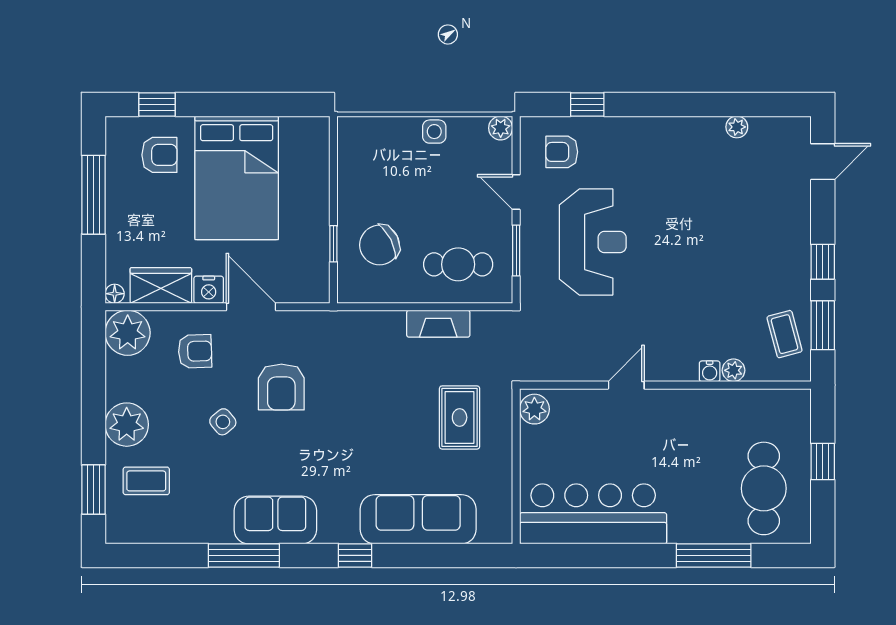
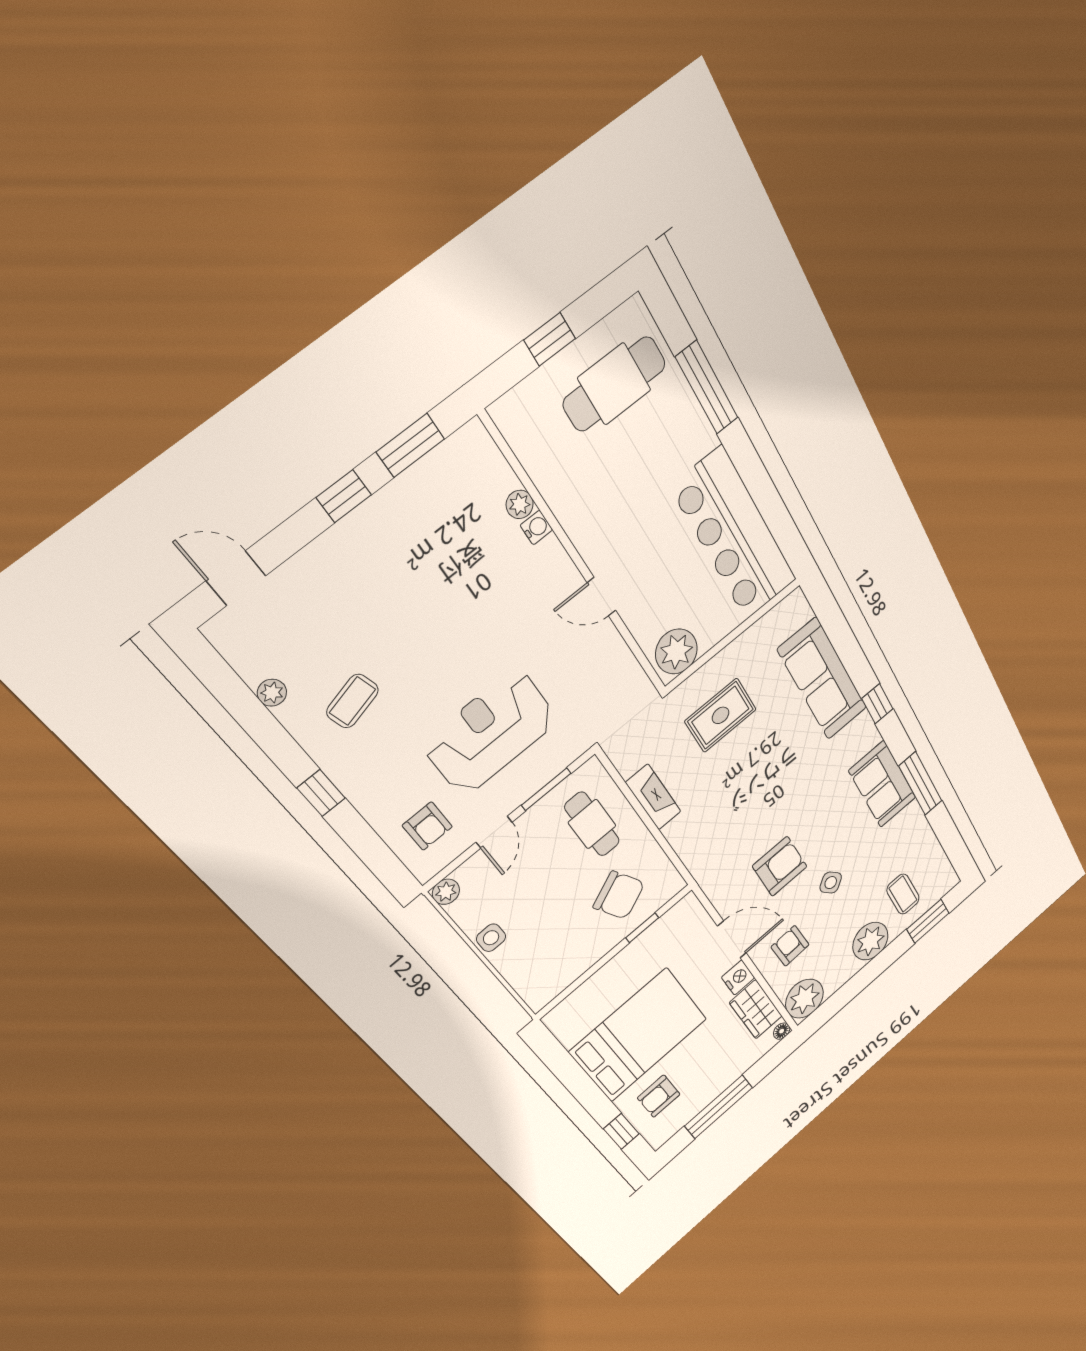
window: (587, 104) -> (321, 793), moved
armchair: (159, 155) -> (659, 1096), turned -90
door: (251, 307) -> (732, 940), swing flipped
coffee table: (785, 334) -> (352, 701), moved
plant: (534, 409) -> (676, 651), width x1.36, depth x1.36

